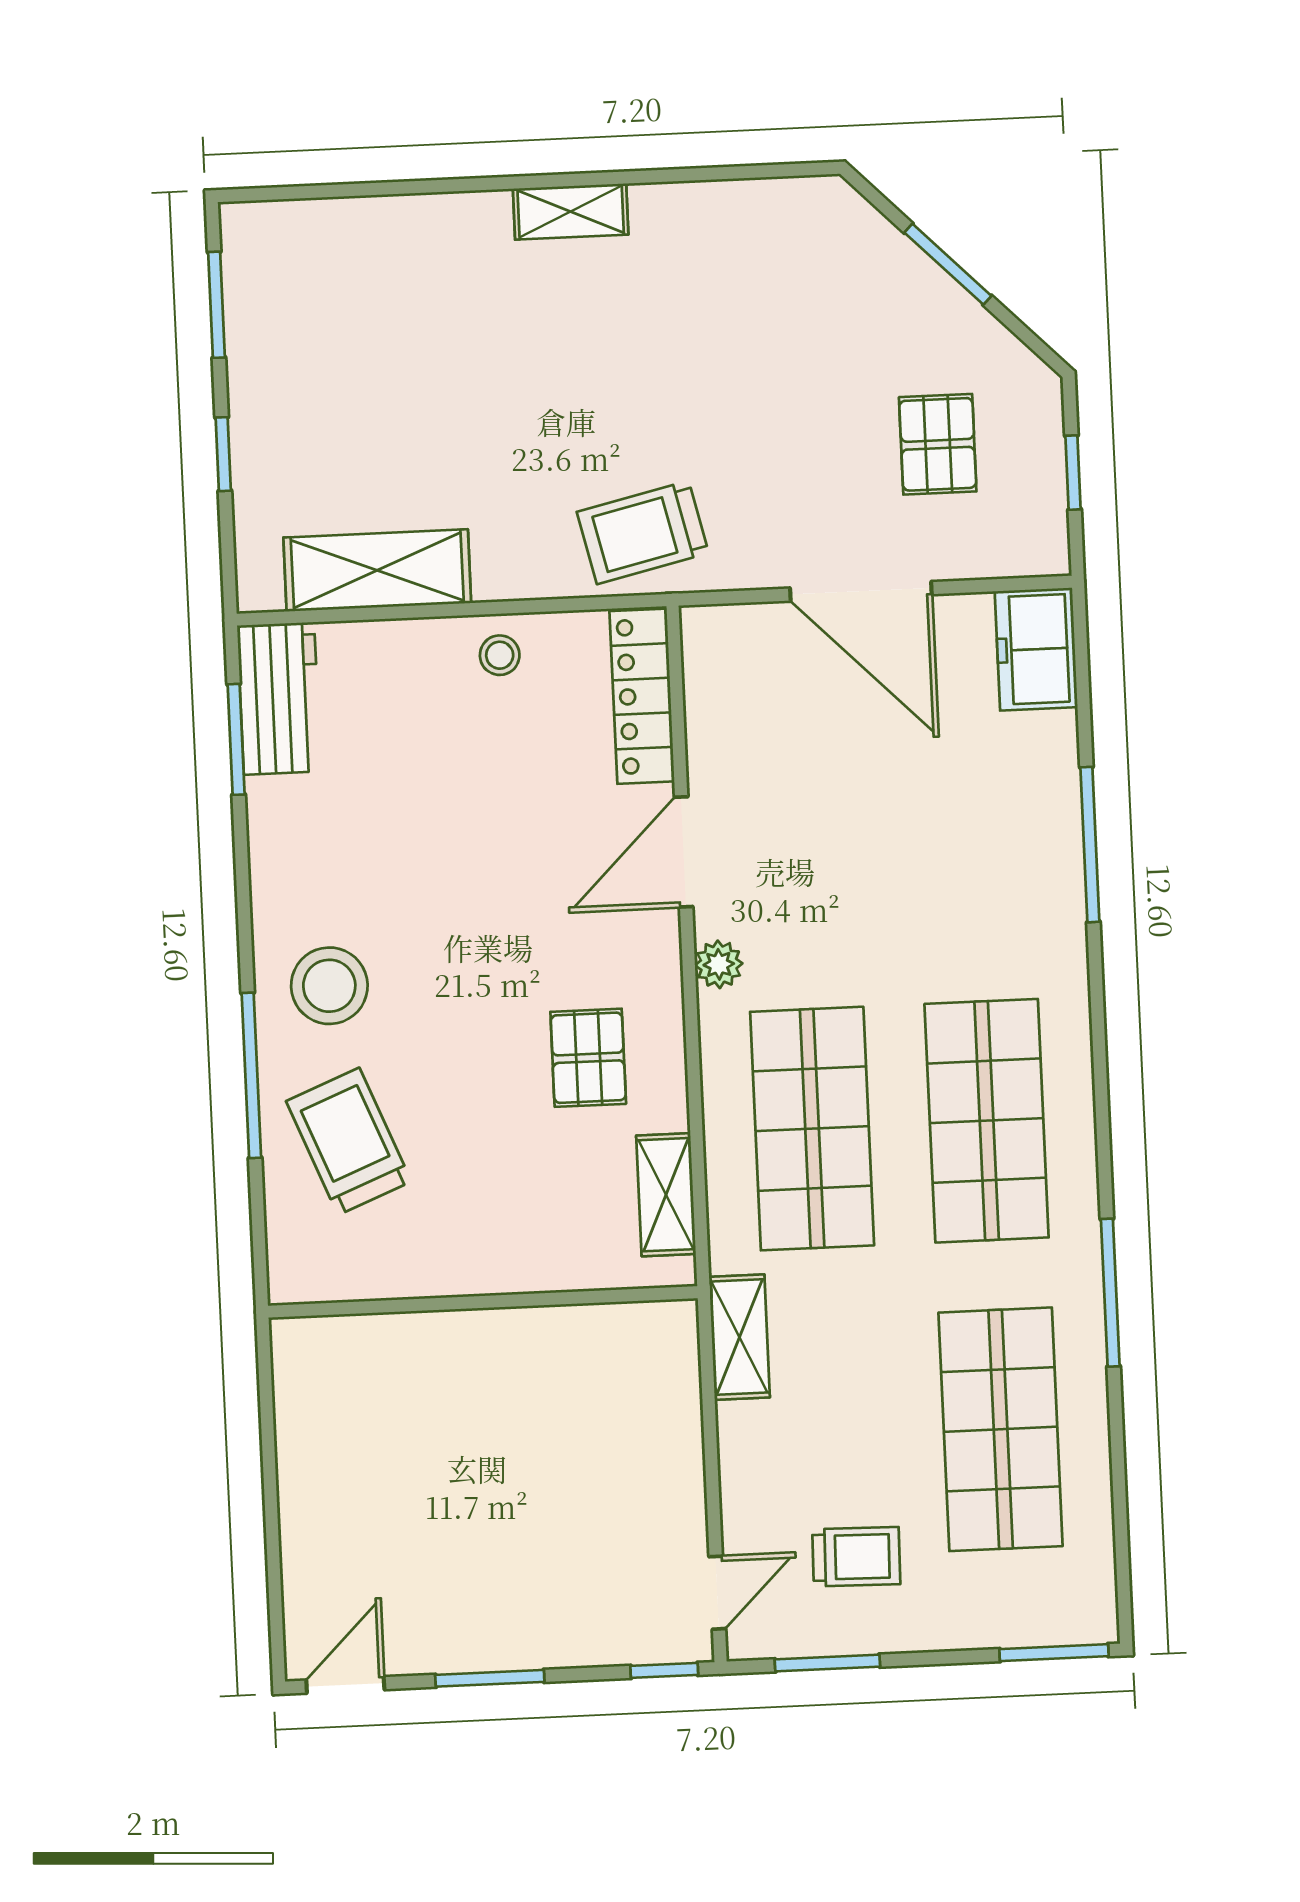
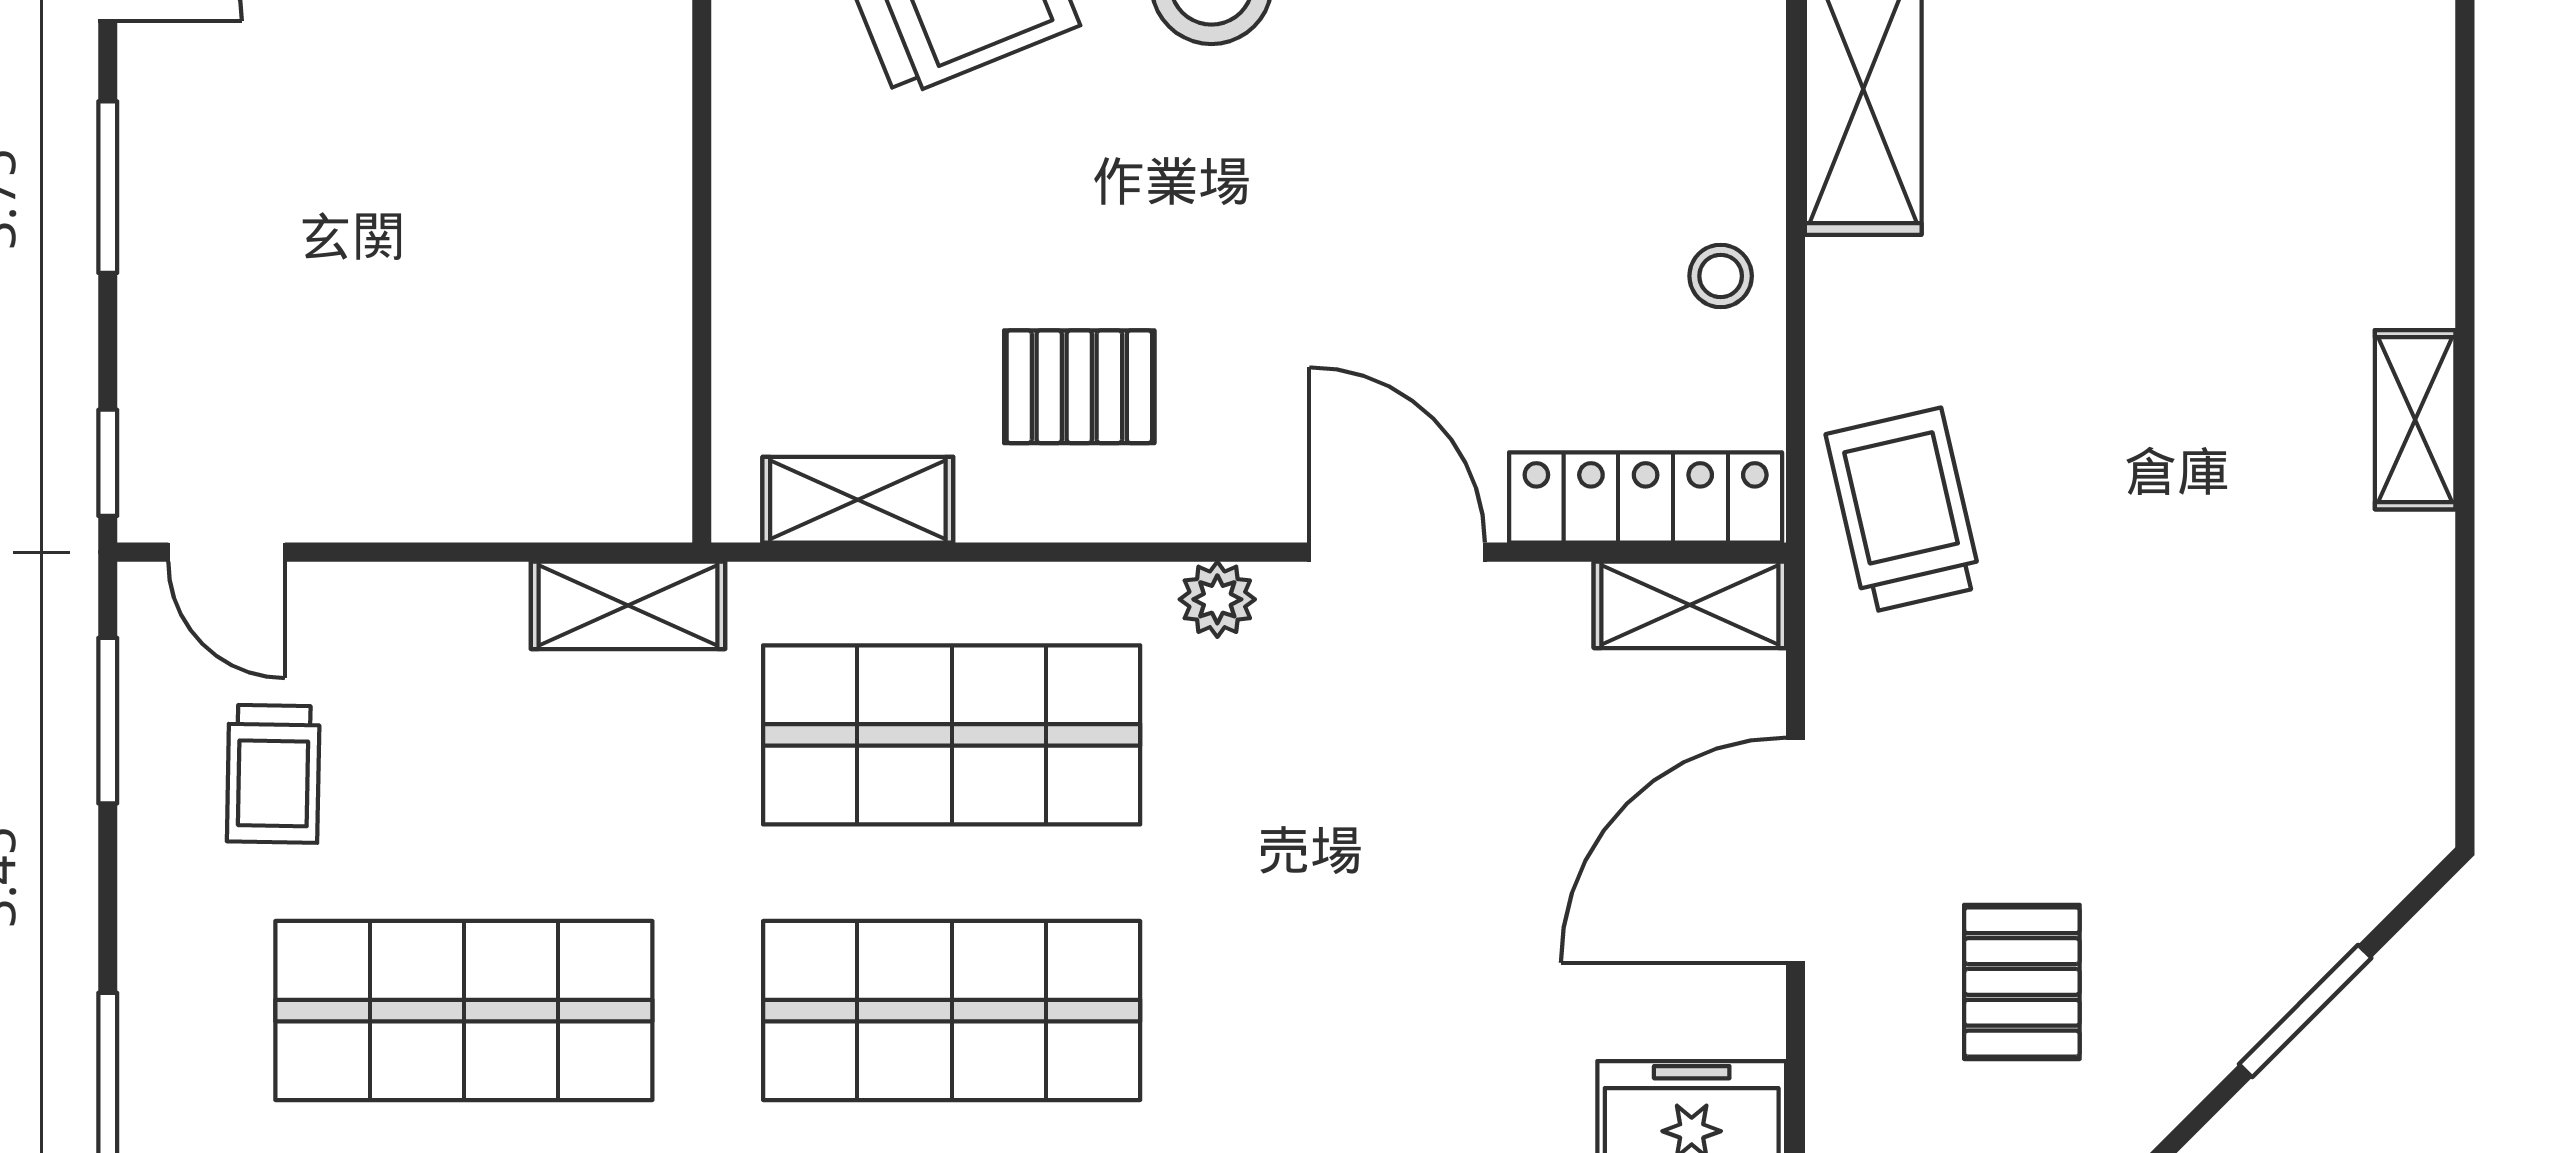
pallet: (938, 444) -> (2022, 982), turned 90
shelving: (709, 665) -> (1690, 605), added

